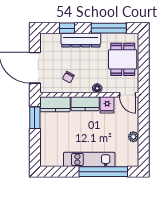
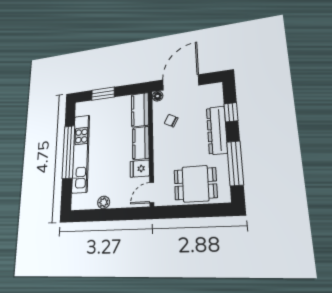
floor lamp: (97, 88) -> (158, 96), moved
window: (35, 118) -> (103, 94), moved
kitchen unit: (89, 159) -> (81, 153), width x1.36
window: (103, 172) -> (68, 152), moved

